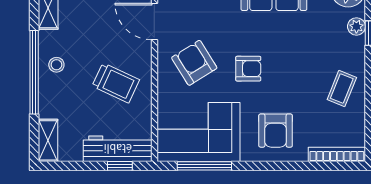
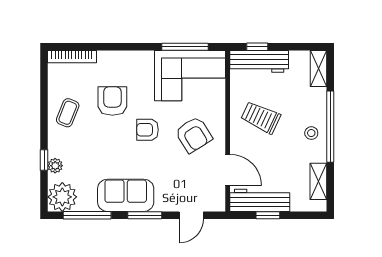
armchair: (276, 131) -> (112, 101), moved

